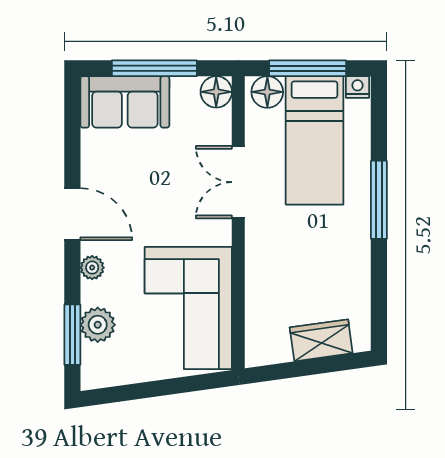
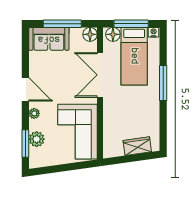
double door: (238, 182) -> (100, 75), width x1.37

